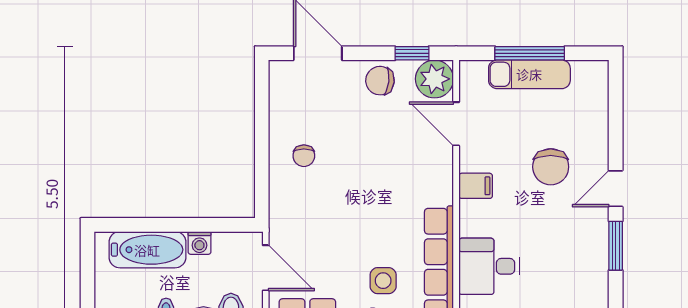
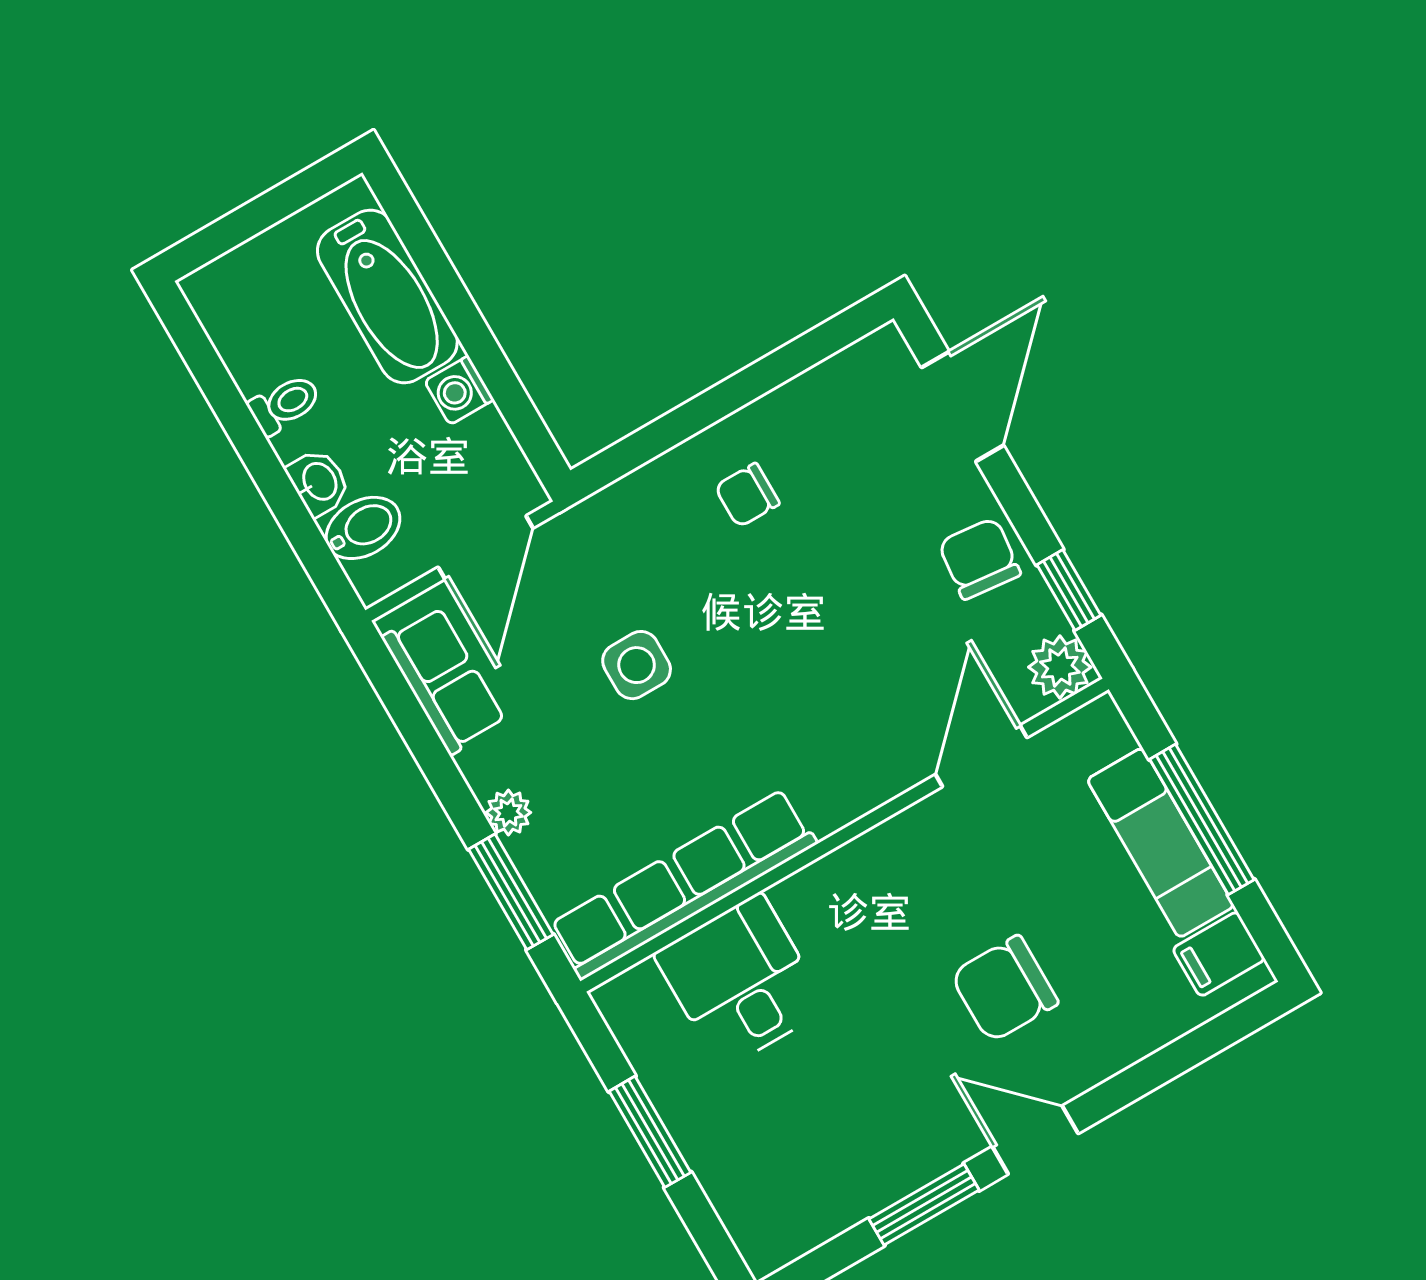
plant: (434, 79) -> (1060, 667), width x0.73, depth x0.73
filing cabinet: (476, 186) -> (1219, 954), moved, turned 90
side table: (383, 281) -> (637, 665), moved

